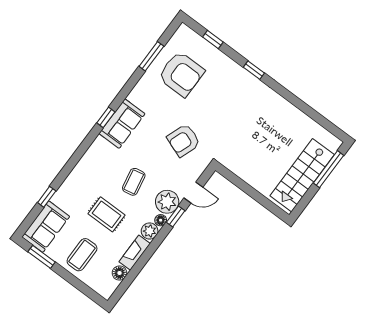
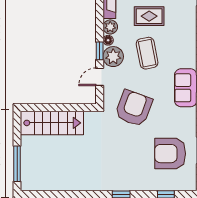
armchair: (184, 140) -> (134, 108), width x1.36, depth x1.36
stairs: (302, 175) -> (52, 123), moved, turned 90
coffee table: (134, 182) -> (147, 53), width x1.36, depth x1.30

